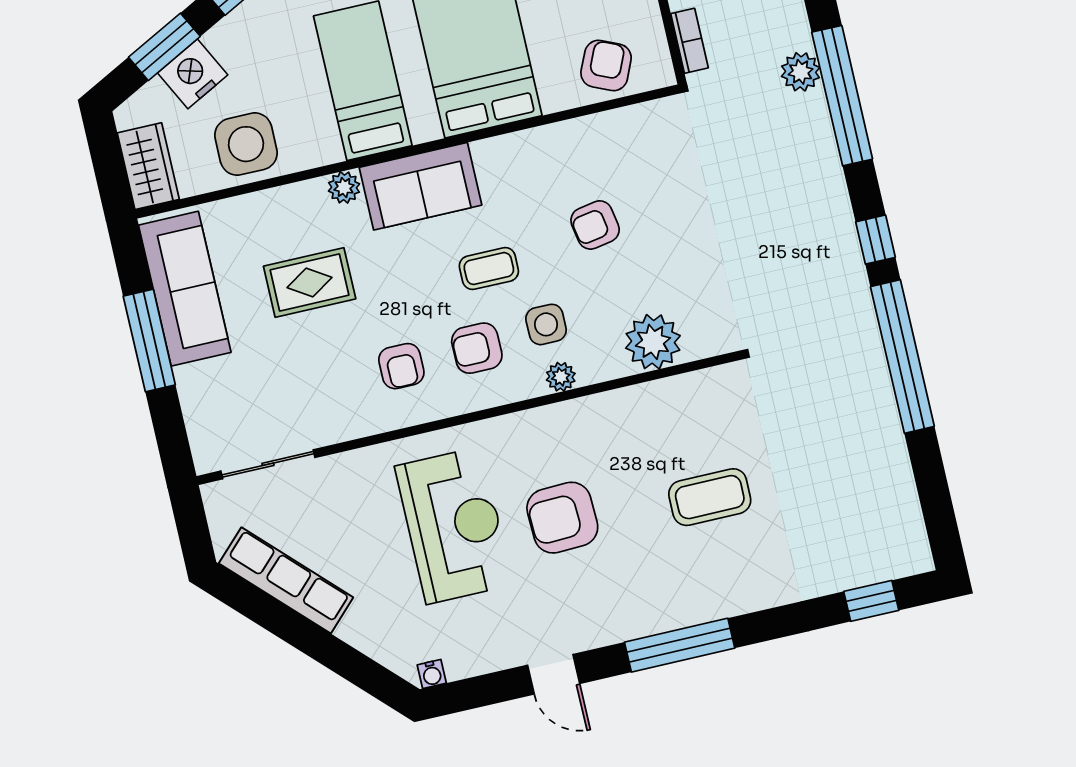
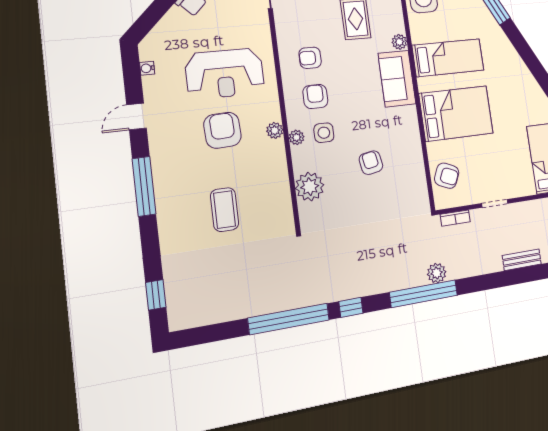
coffee table: (489, 269) -> (354, 107), removed
plant: (552, 420) -> (275, 130), added
water cooler: (432, 674) -> (147, 68), moved

